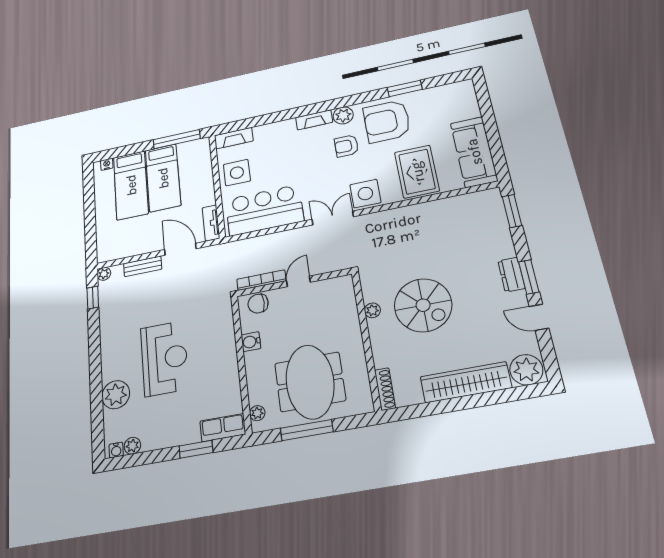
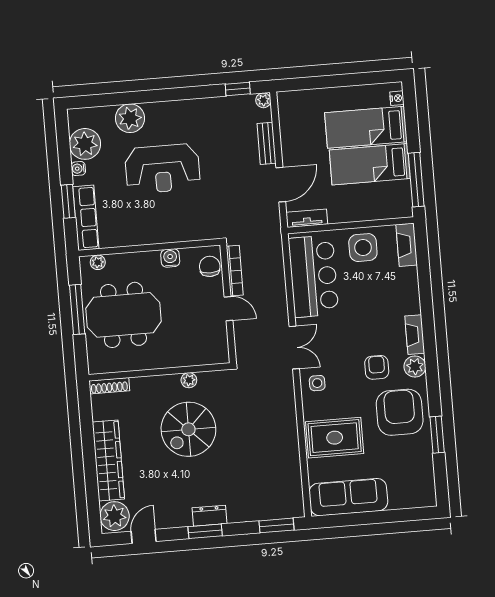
side table: (365, 194) -> (317, 383), width x0.54, depth x0.54
door: (539, 317) -> (144, 536), moved
row of seats: (223, 428) -> (86, 218), width x1.48
plant: (132, 446) -> (85, 144), width x1.87, depth x1.87
water cooler: (116, 450) -> (78, 169), moved

